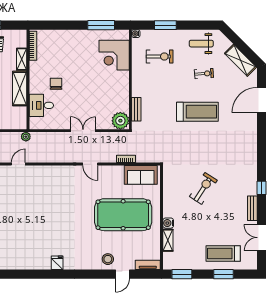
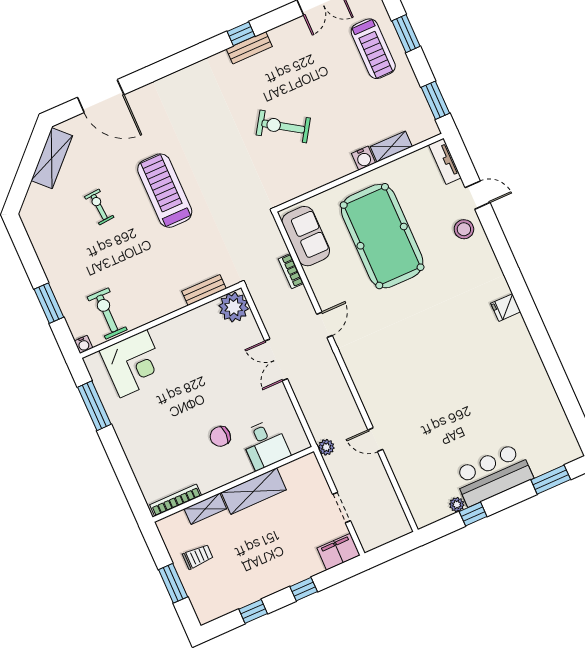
weight bench: (201, 44) -> (53, 233), removed
exercise bike: (160, 56) -> (107, 313), moved
bench: (252, 208) -> (249, 48), moved

